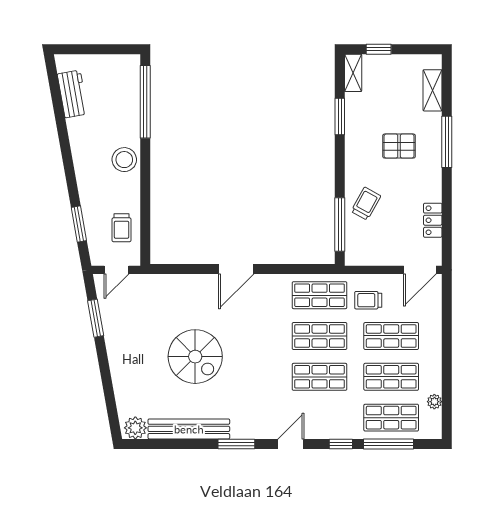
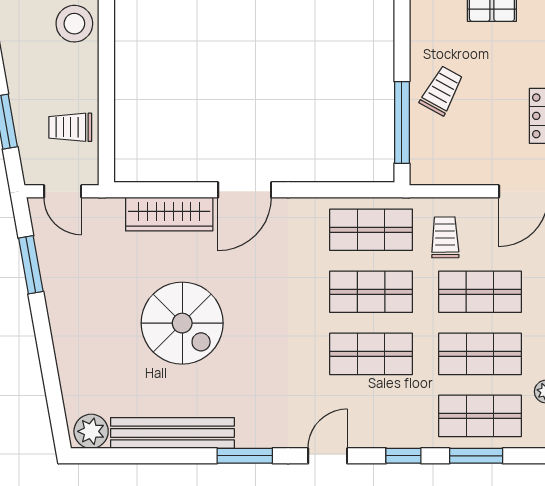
trolley: (122, 228) -> (70, 127), turned 90
door: (117, 270) -> (63, 191), hinge flipped
wardrobe: (187, 285) -> (169, 214), added
trolley: (368, 300) -> (445, 237), turned 89
window: (389, 444) -> (476, 456), width x0.69

